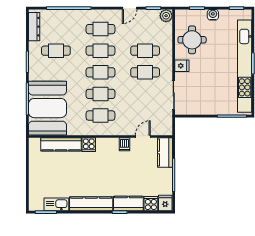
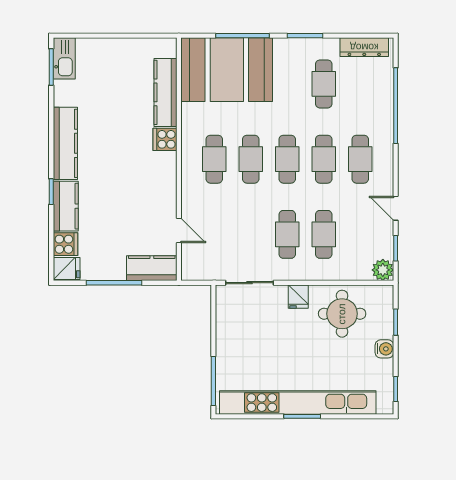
dishwasher: (125, 144) -> (166, 200), removed
kitchen sink: (56, 204) -> (64, 58), moved

